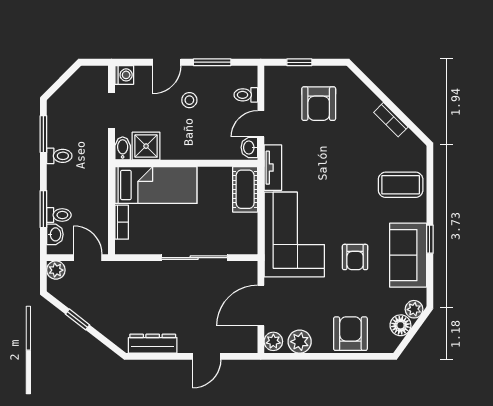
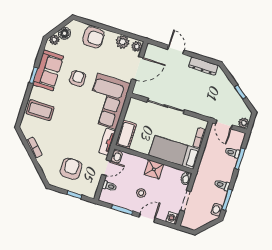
shower: (146, 146) -> (154, 169), moved
washbasin: (55, 234) -> (217, 210), moved
armchair: (350, 334) -> (93, 37), turned -90
door: (207, 356) -> (176, 50), hinge flipped

